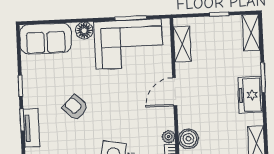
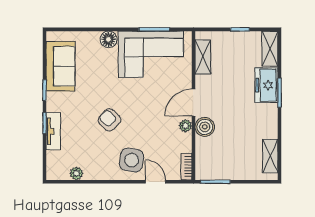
sofa: (46, 39) -> (60, 66), moved, turned -90
freezer: (250, 95) -> (266, 85), moved
armchair: (75, 107) -> (109, 120), moved
plant: (168, 137) -> (185, 126), moved
boiler: (188, 139) -> (205, 127), moved

